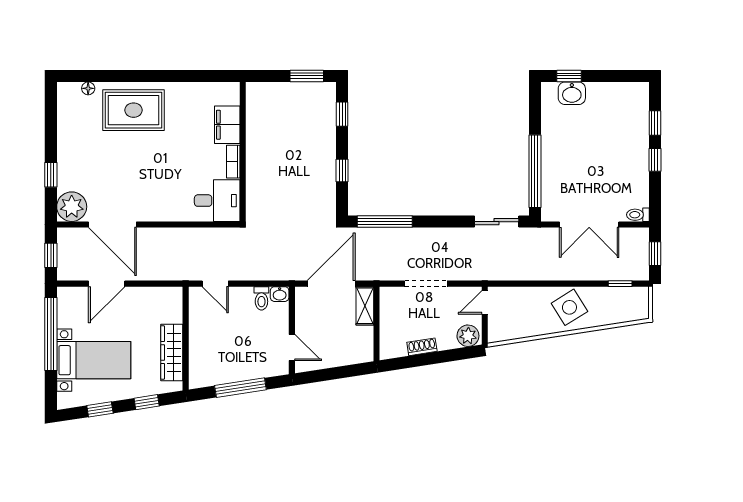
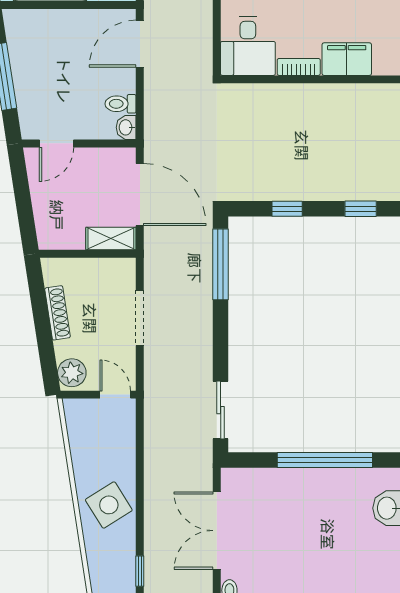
window: (535, 171) -> (325, 460), moved
door: (215, 284) -> (140, 44), width x1.38
shoe rack: (422, 347) -> (57, 313), width x1.43

